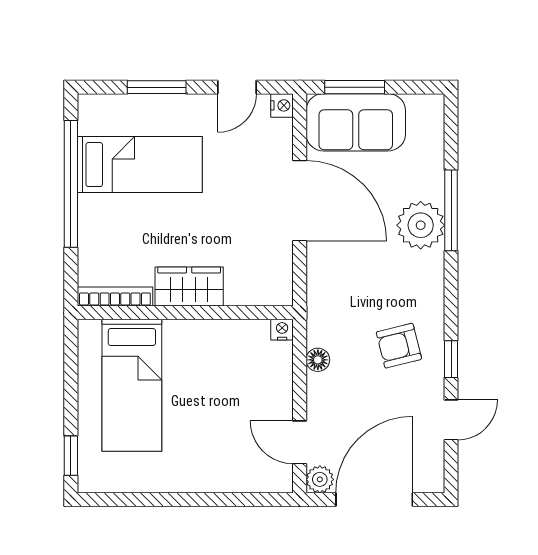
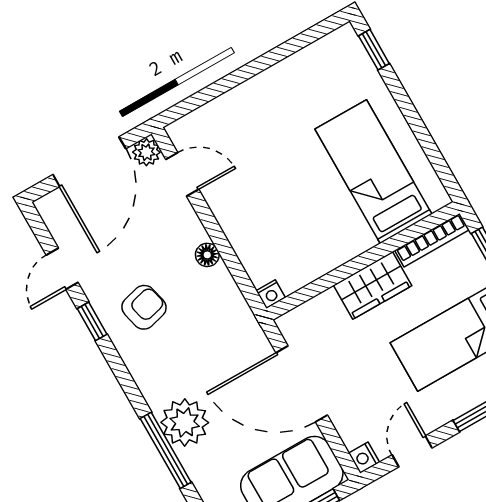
wardrobe: (189, 287) -> (373, 286), moved
bookcase: (115, 297) -> (432, 240), moved
wall: (185, 313) -> (363, 261), moved
nightstand: (282, 330) -> (271, 294), moved
bed: (132, 385) -> (373, 172), moved

